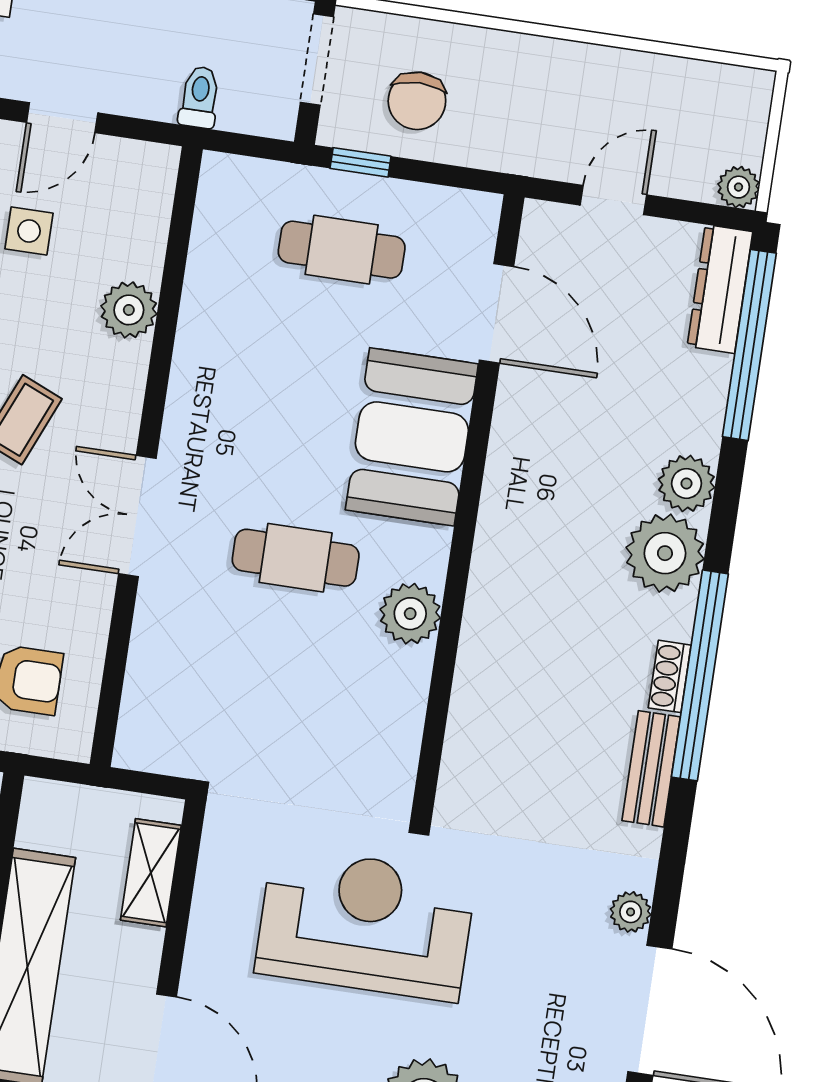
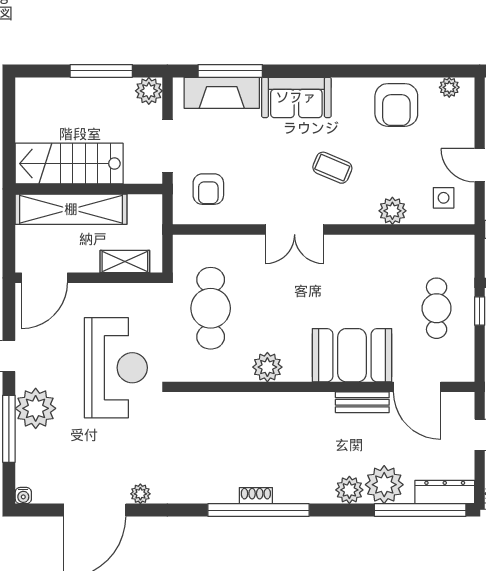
side table: (29, 231) -> (444, 198), moved
door: (497, 313) -> (417, 387), hinge flipped
double door: (137, 516) -> (295, 230), swing flipped
plant: (665, 553) -> (384, 485), moved
cafe table: (296, 558) -> (211, 308), moved, width x1.37, depth x1.35
bench: (651, 769) -> (362, 402), moved

